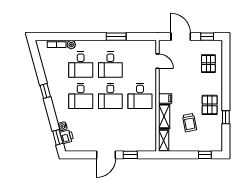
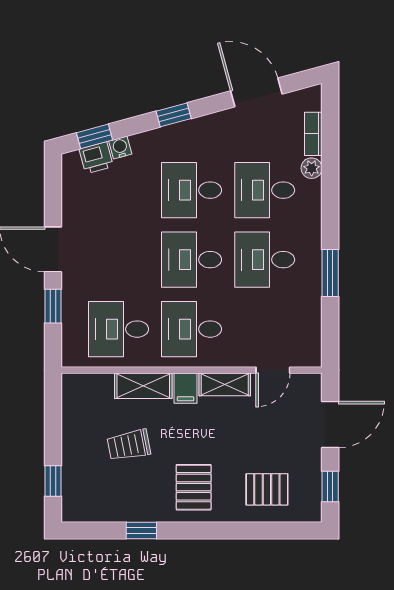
door: (39, 68) -> (256, 92), added
window: (45, 91) -> (174, 115), moved
pallet: (210, 105) -> (194, 487), moved, turned 90
desk: (140, 127) -> (119, 329), added
shelving: (164, 141) -> (225, 384), moved

